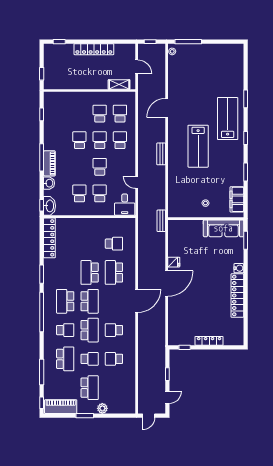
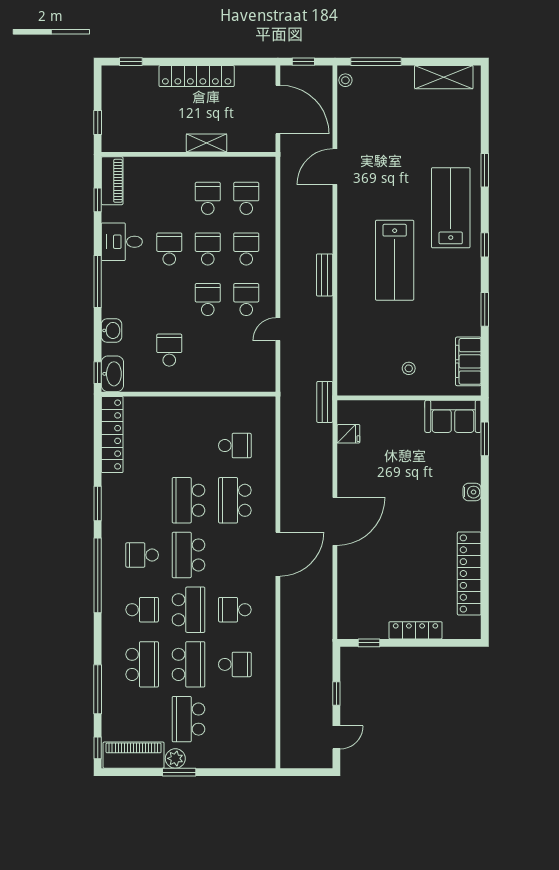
shelving: (224, 50) -> (444, 77), added
door: (137, 67) -> (278, 109), width x1.88
shelving: (119, 84) -> (207, 143), moved
door: (167, 108) -> (335, 167), moved
piano: (49, 163) -> (112, 181), moved
door: (137, 182) -> (278, 329), hinge flipped
school desk: (100, 193) -> (246, 300), moved
desk: (125, 205) -> (122, 242), moved, turned 90
sofa: (223, 228) -> (453, 416), width x0.73
fridge: (174, 262) -> (348, 434), moved
locker: (237, 296) -> (469, 573), moved
school desk: (65, 301) -> (142, 555), width x0.54
school desk: (90, 301) -> (188, 555), turned 180
school desk: (90, 359) -> (188, 664), width x1.85
school desk: (114, 359) -> (235, 664), turned 180
school desk: (90, 388) -> (188, 719), turned 180
plant: (102, 408) -> (175, 758), moved
door: (149, 416) -> (301, 772), removed

